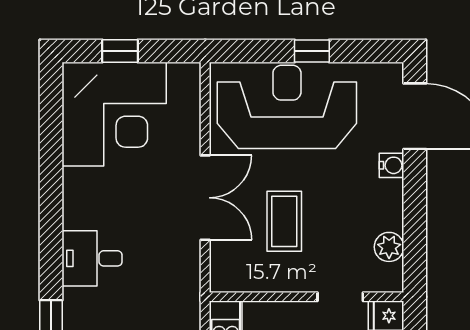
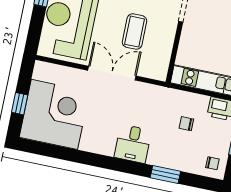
coffee table: (284, 221) -> (135, 32), turned 90

